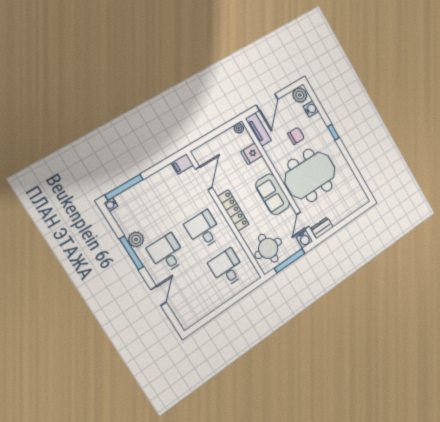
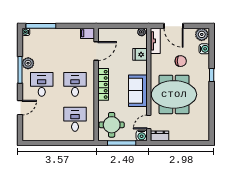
door: (267, 102) -> (174, 26), hinge flipped

